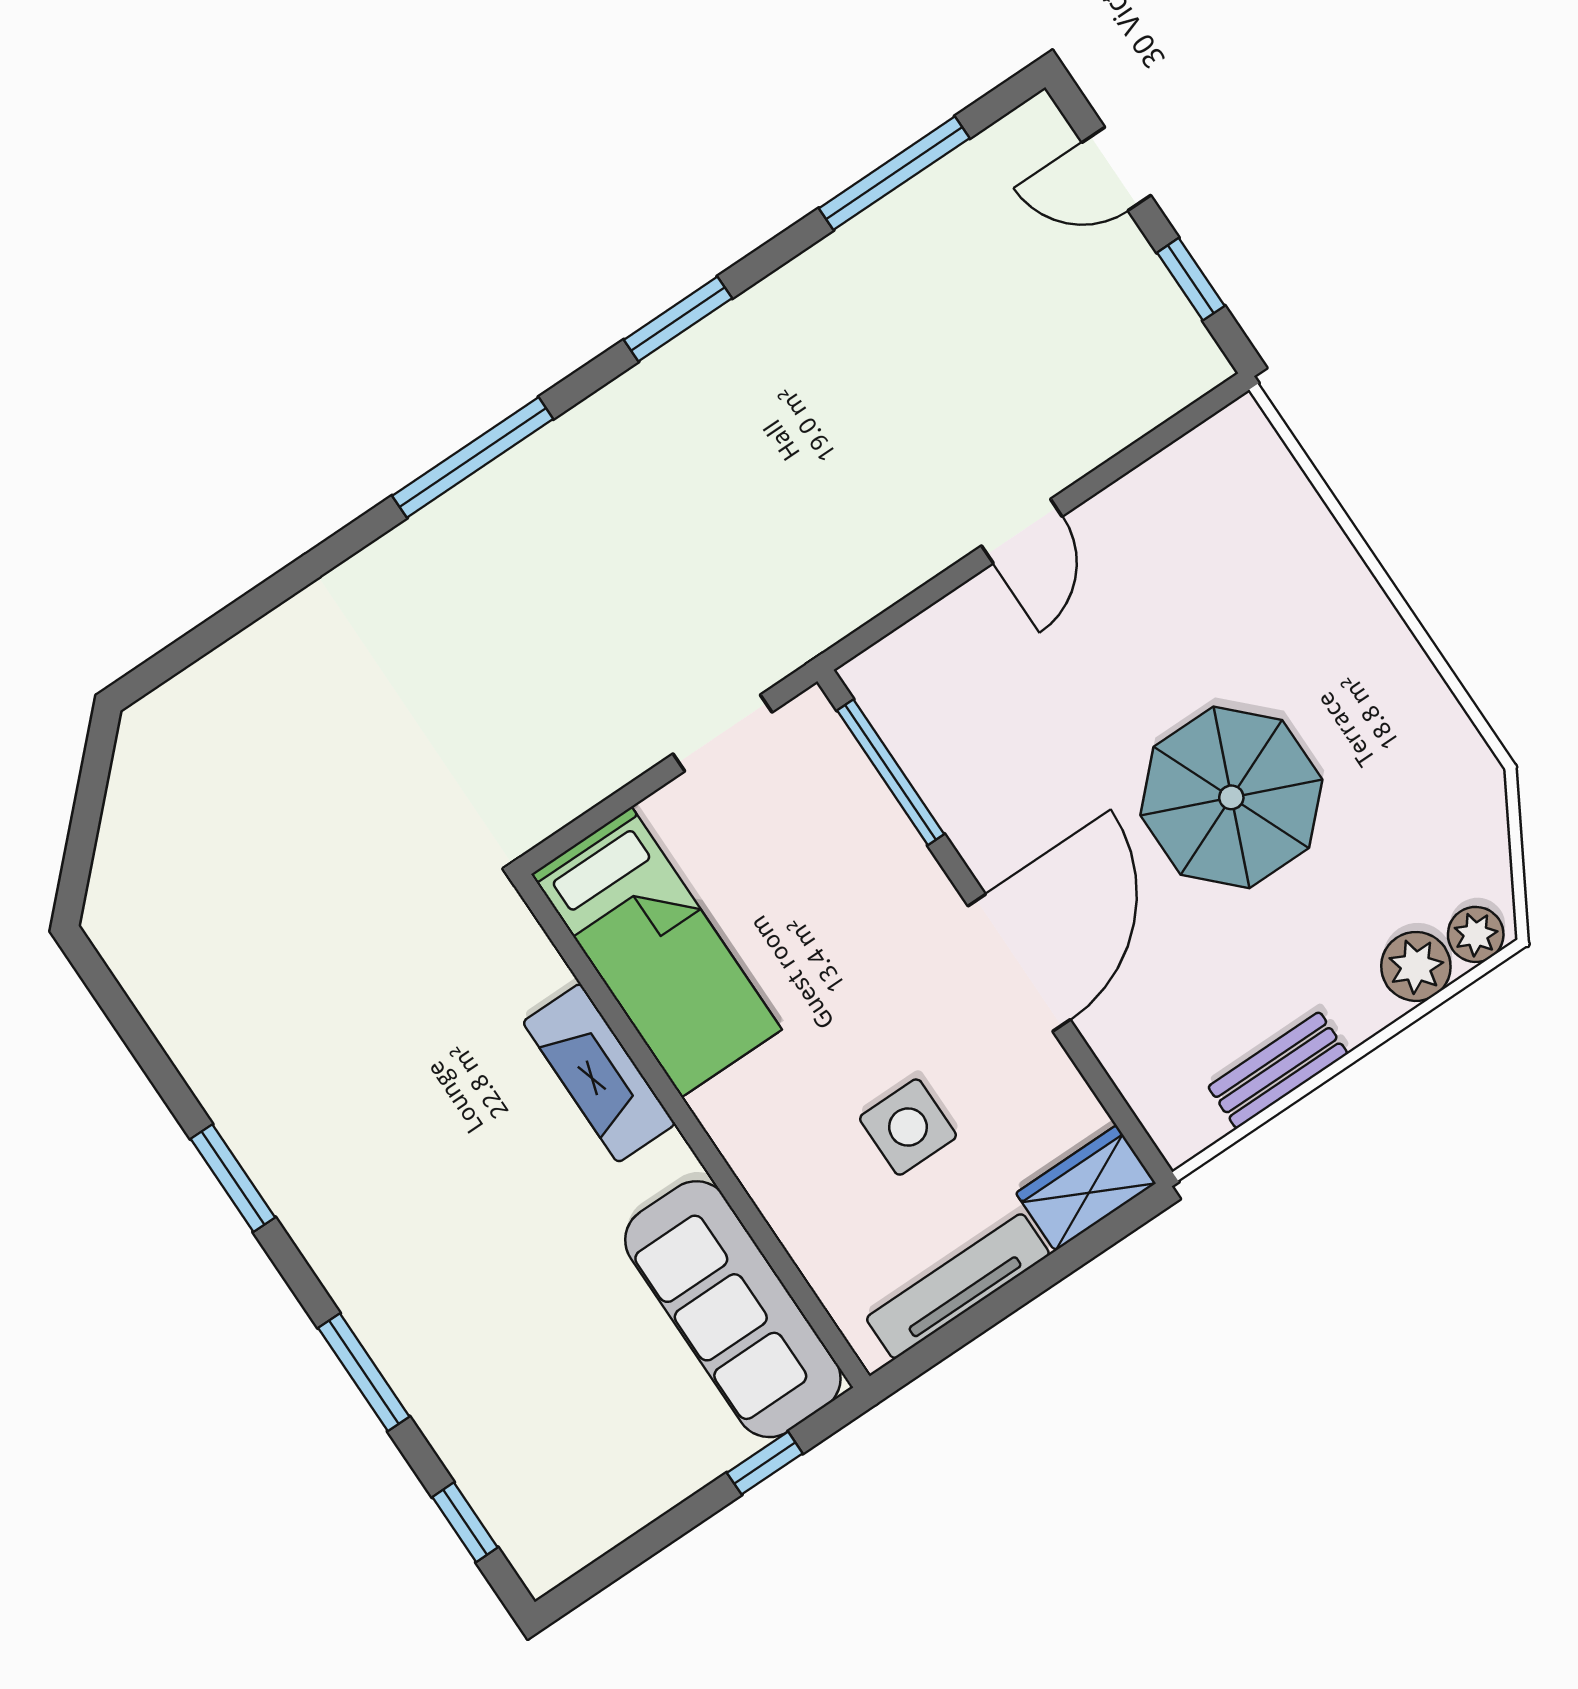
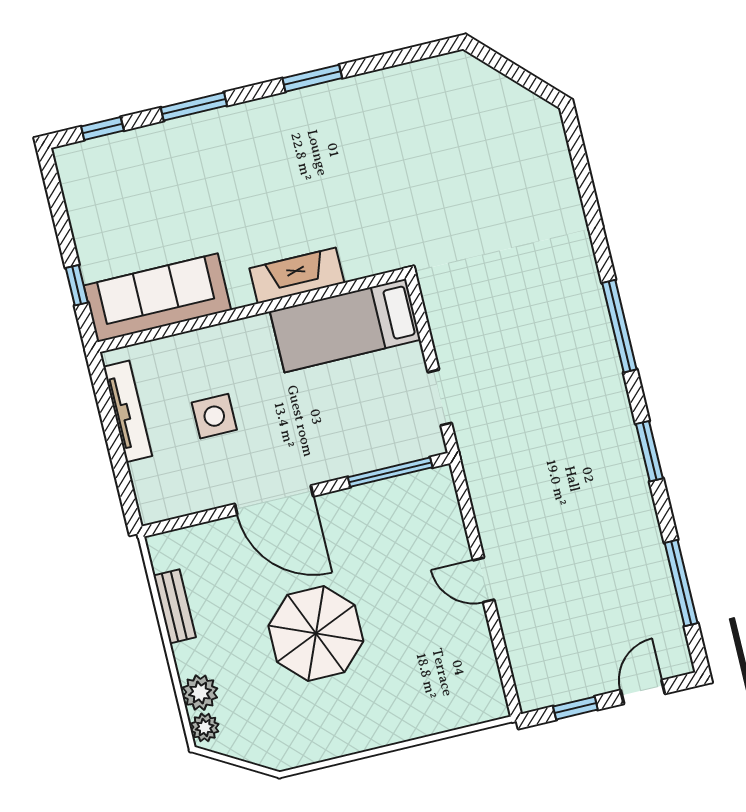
wardrobe: (1086, 1188) -> (152, 492), removed

